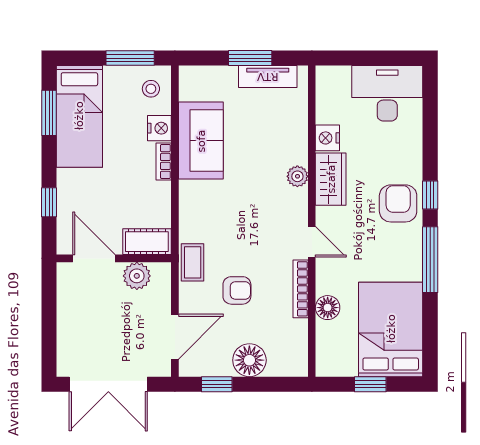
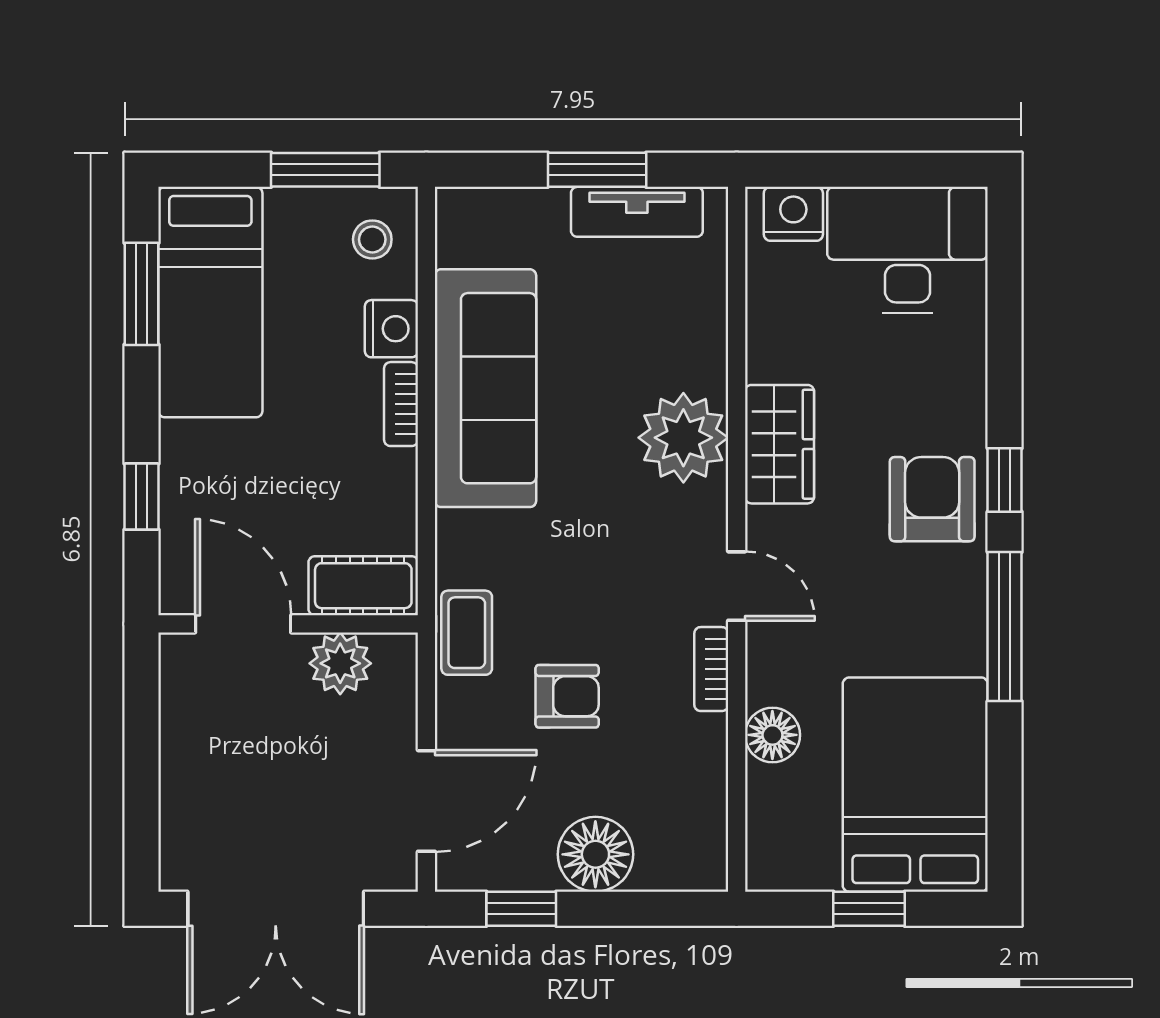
nightstand: (327, 138) -> (793, 214), moved, turned 90
sofa: (201, 141) -> (485, 388), width x1.36
plant: (297, 176) -> (683, 438), width x1.88, depth x1.88
bookcase: (301, 289) -> (711, 669), width x0.64

